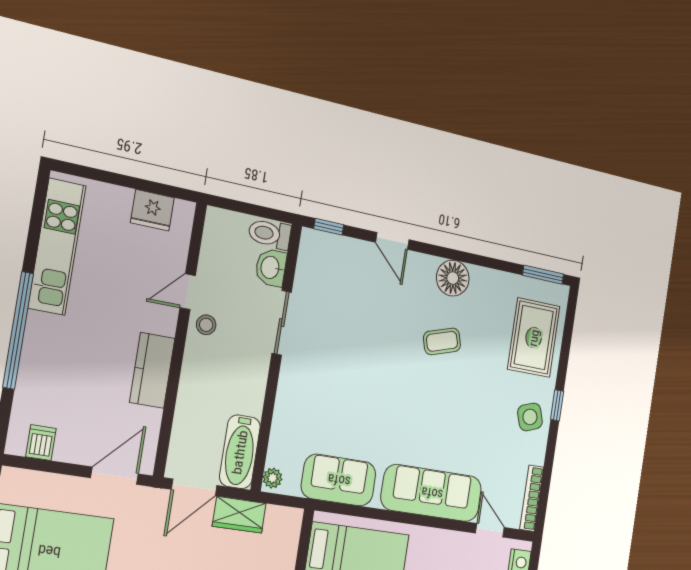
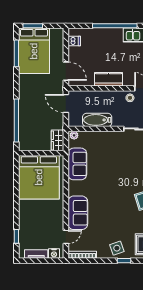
bathtub: (240, 452) -> (97, 120), moved
sofa: (432, 493) -> (78, 213), width x0.73
wardrobe: (239, 515) -> (58, 140), moved

